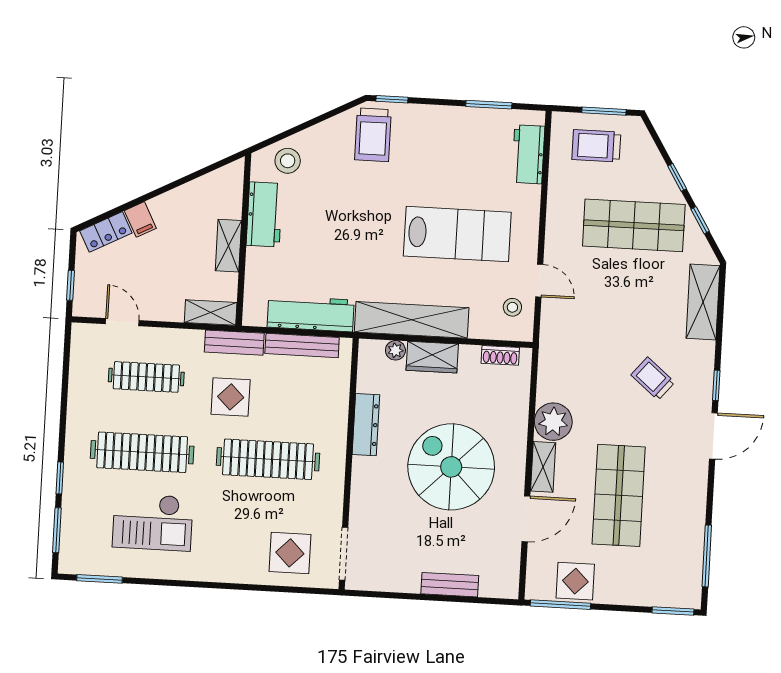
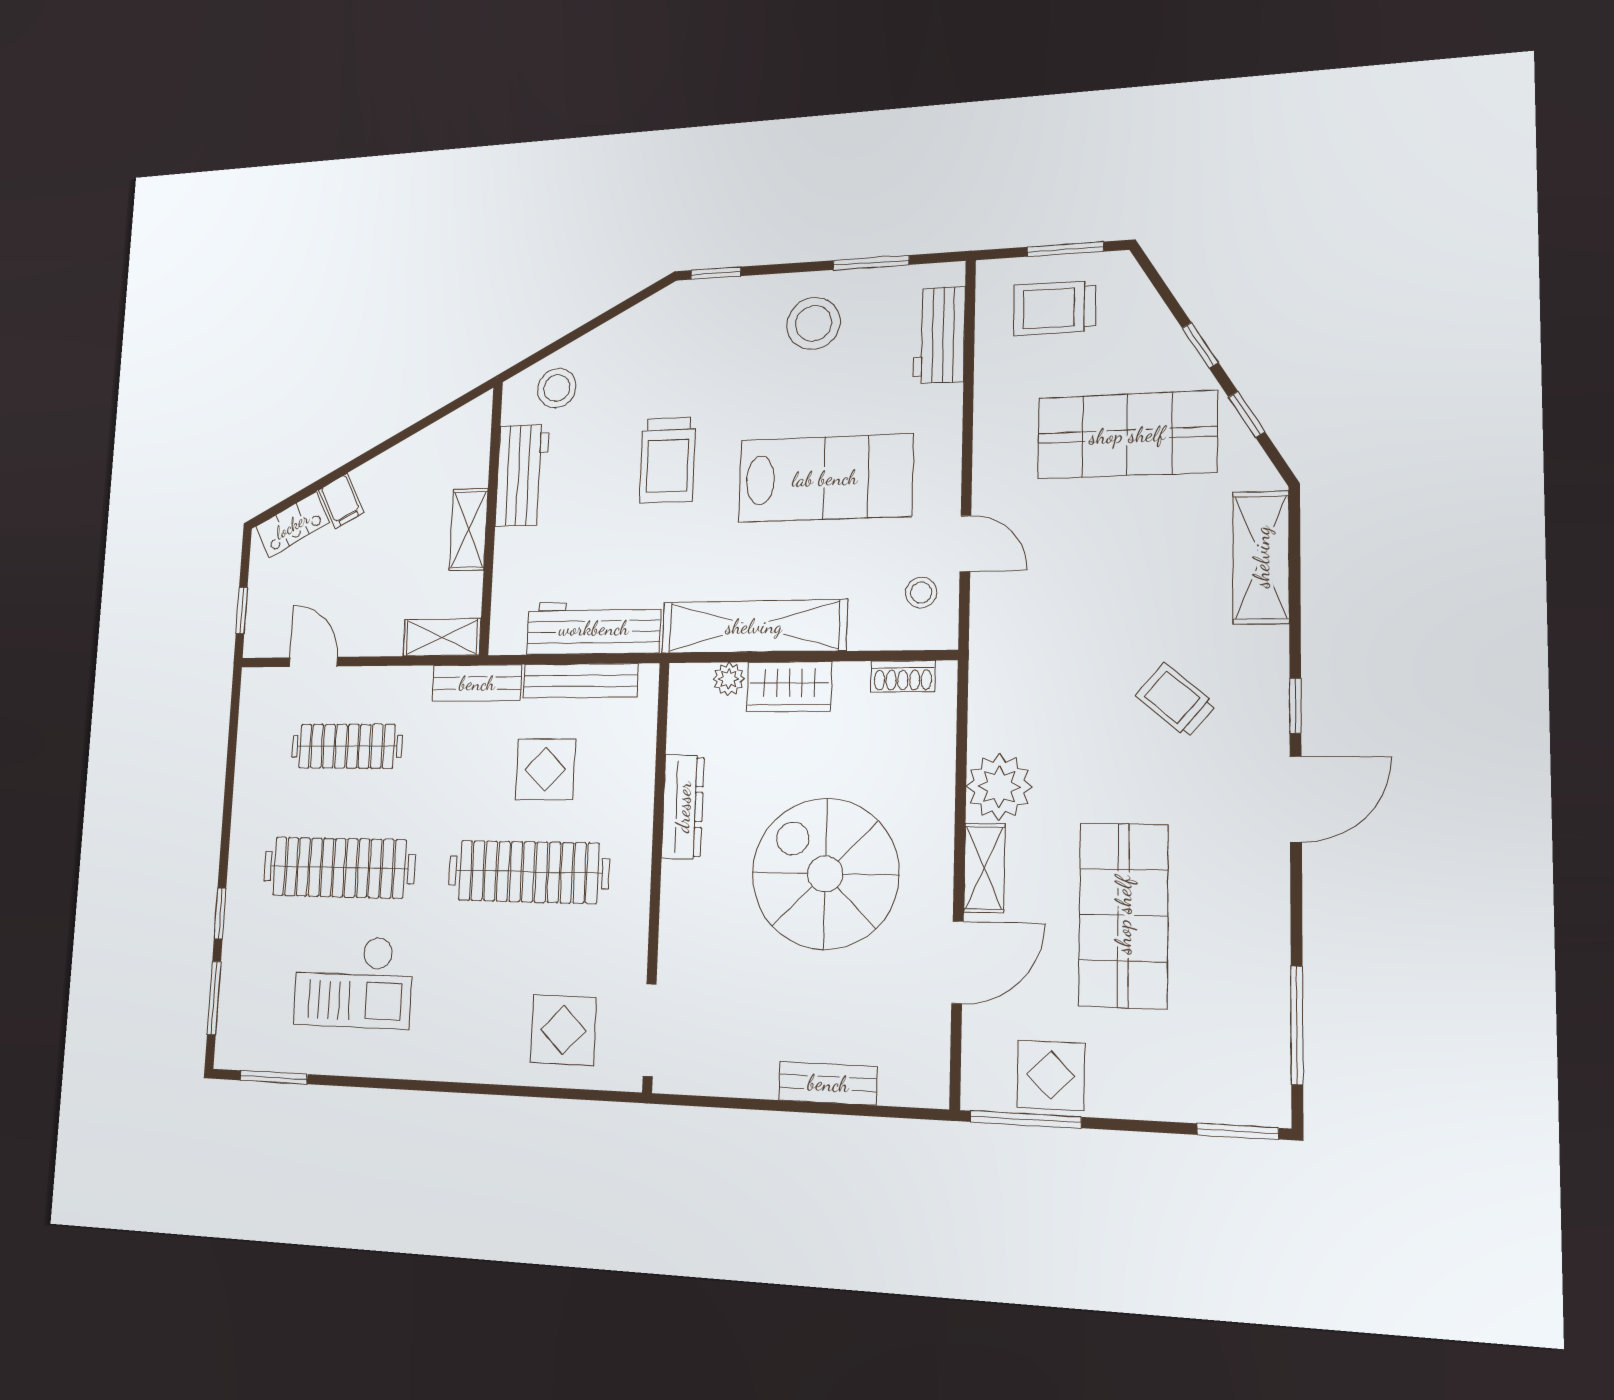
trolley: (373, 135) -> (668, 460), moved
stool: (453, 138) -> (814, 323), added
display table: (231, 397) -> (545, 769), moved

